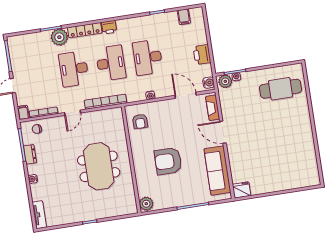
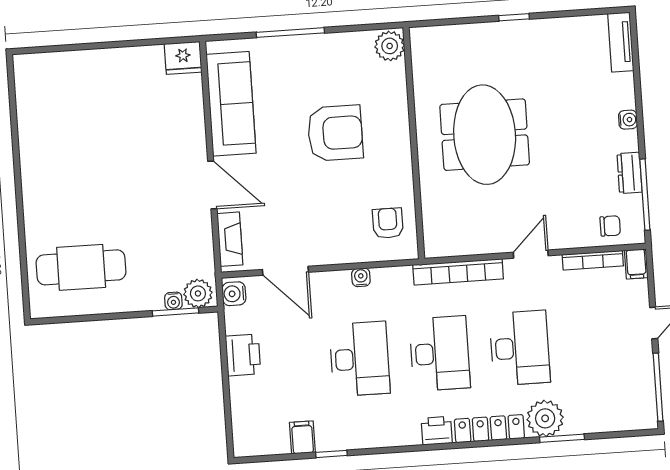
filing cabinet: (184, 17) -> (302, 437), moved
desk: (111, 63) -> (440, 353), turned 180

